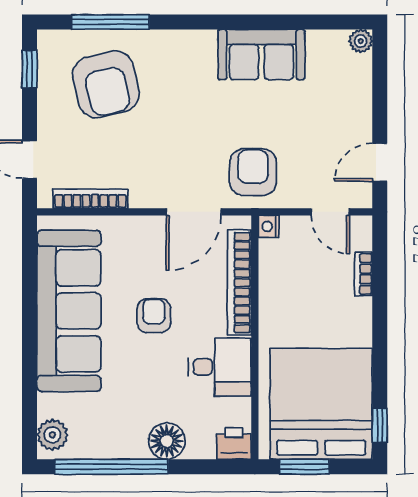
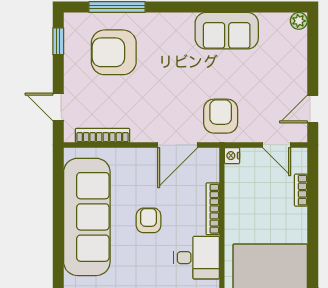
armchair: (106, 84) -> (114, 52), turned 103
bookcase: (239, 283) -> (213, 209), width x0.68, depth x0.76

